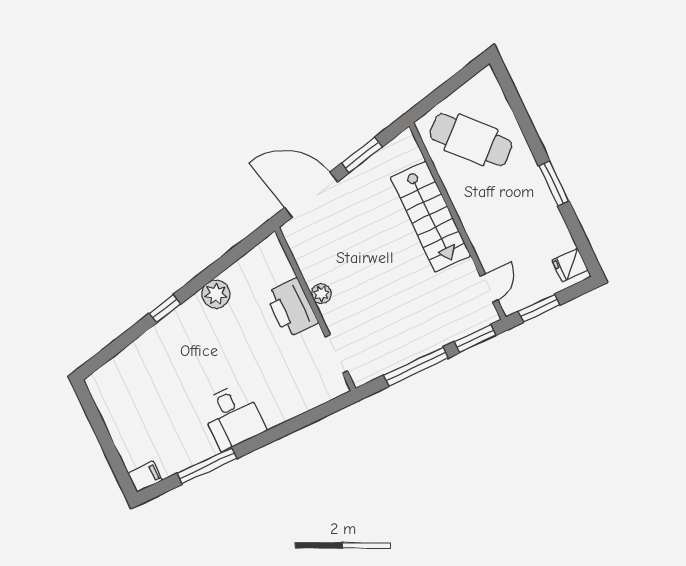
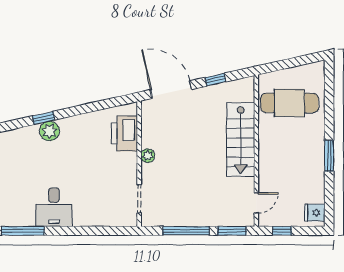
cafe table: (471, 140) -> (290, 103), turned -47
window: (362, 155) -> (215, 80), width x0.67
plant: (216, 294) -> (49, 131), moved
printer: (292, 308) -> (125, 134), moved
window: (539, 308) -> (282, 231), width x0.67

